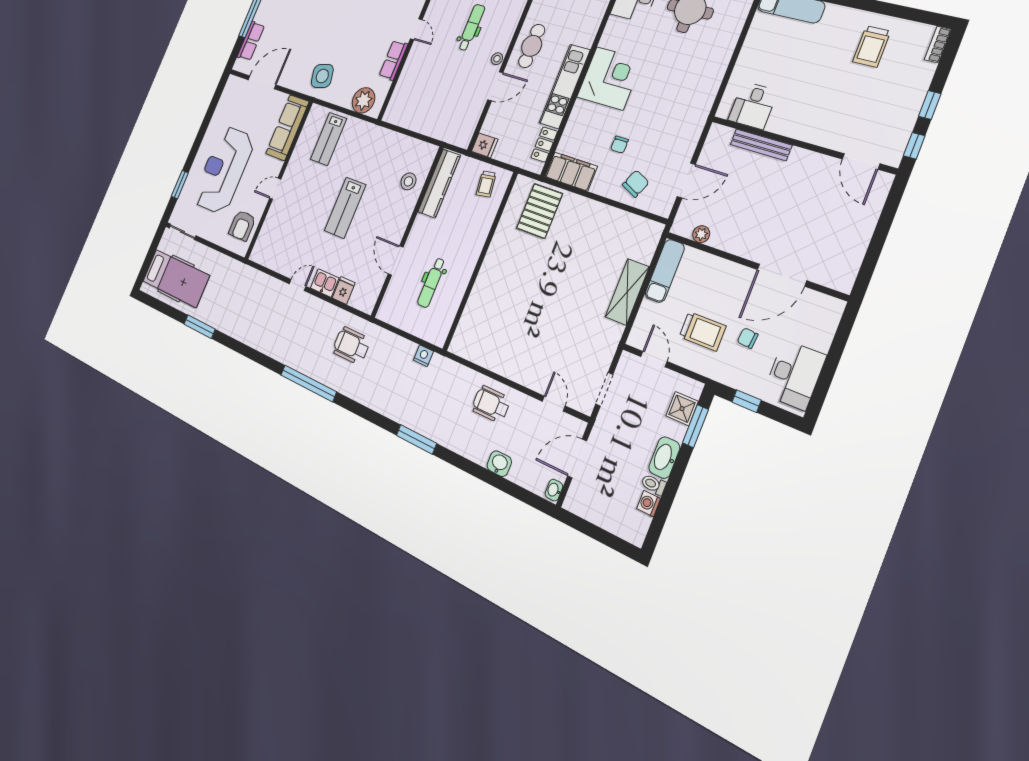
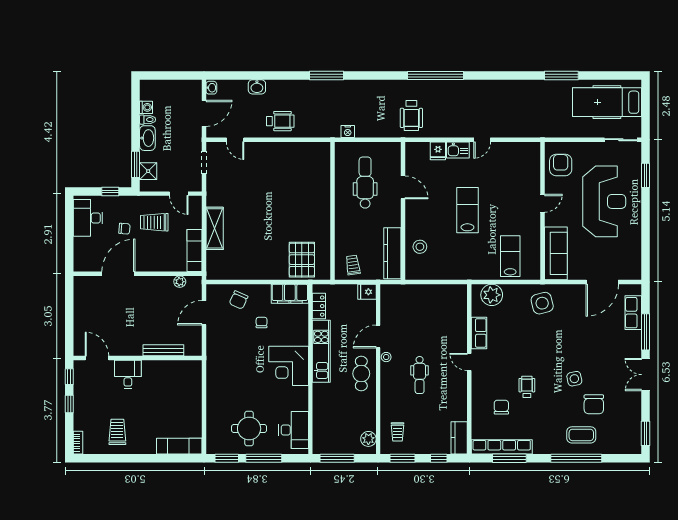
desk: (753, 105) -> (128, 374), moved
dental chair: (431, 283) -> (365, 183), width x1.36, depth x1.38
wheelchair: (351, 345) -> (411, 115), turned 90

